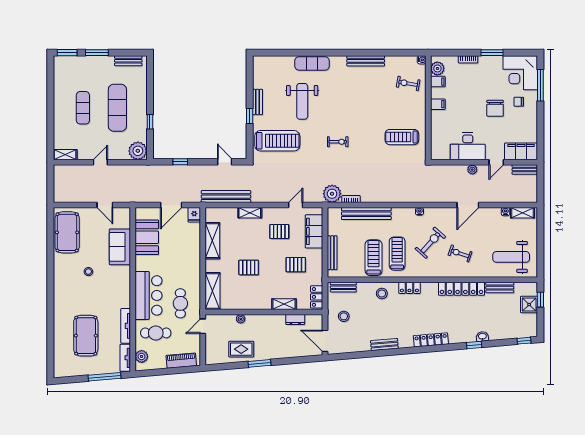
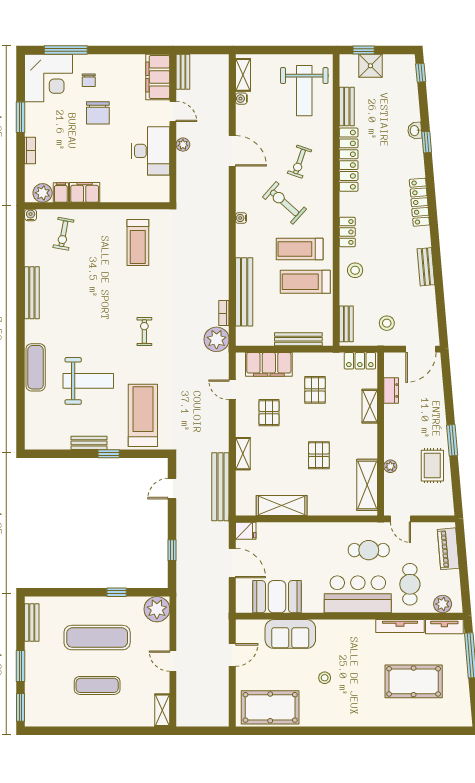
filing cabinet: (438, 104) -> (85, 192), width x2.00
chair: (495, 108) -> (98, 113), turned 90
shelving: (213, 291) -> (367, 485), moved, turned 90

